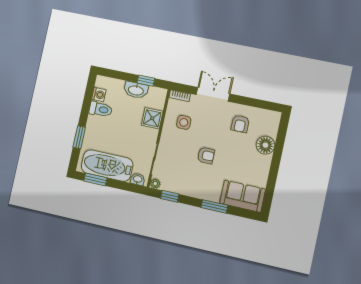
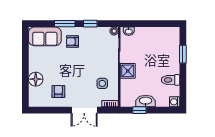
washing machine: (99, 95) -> (175, 102), moved
shower: (152, 118) -> (128, 71), moved
armchair: (206, 155) -> (72, 42), moved
bathtub: (107, 166) -> (155, 37), removed
window: (95, 179) -> (162, 24), removed
window: (170, 196) -> (90, 24), moved

